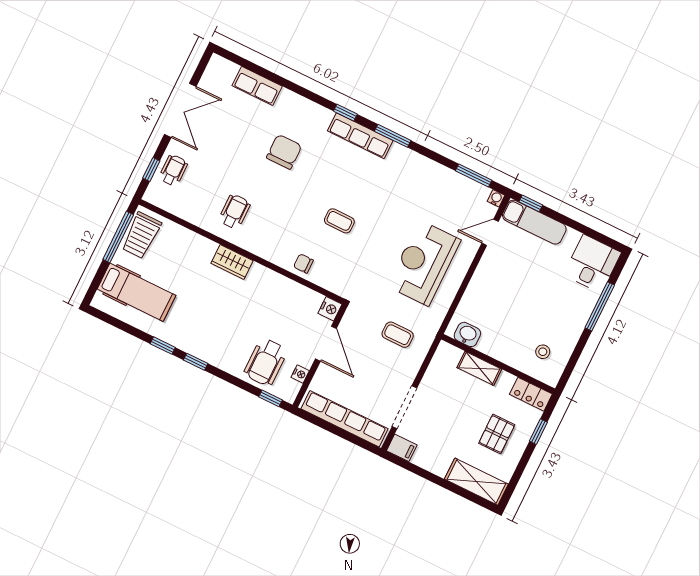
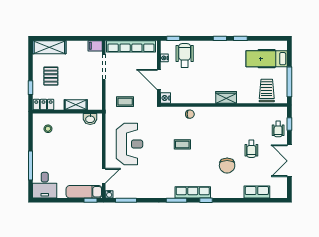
wheelchair: (235, 212) -> (251, 149), moved
trolley: (141, 235) -> (267, 90), moved

